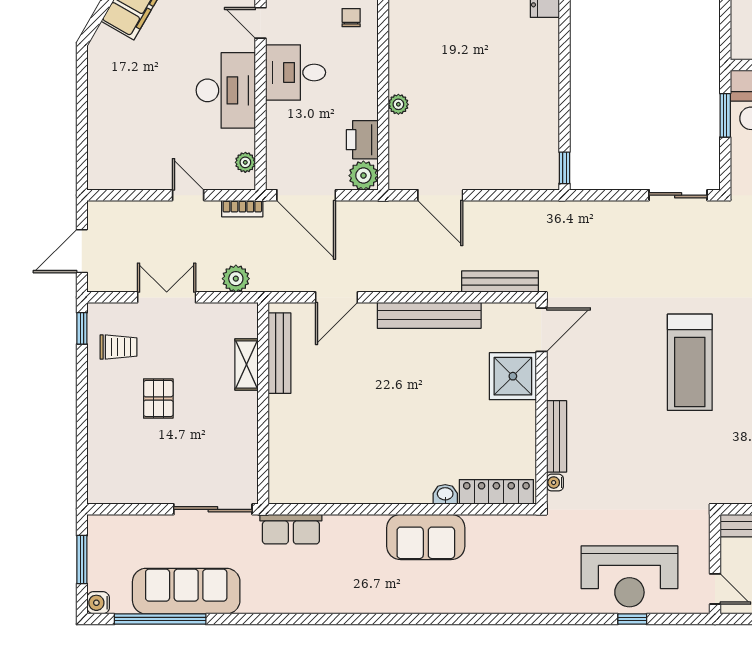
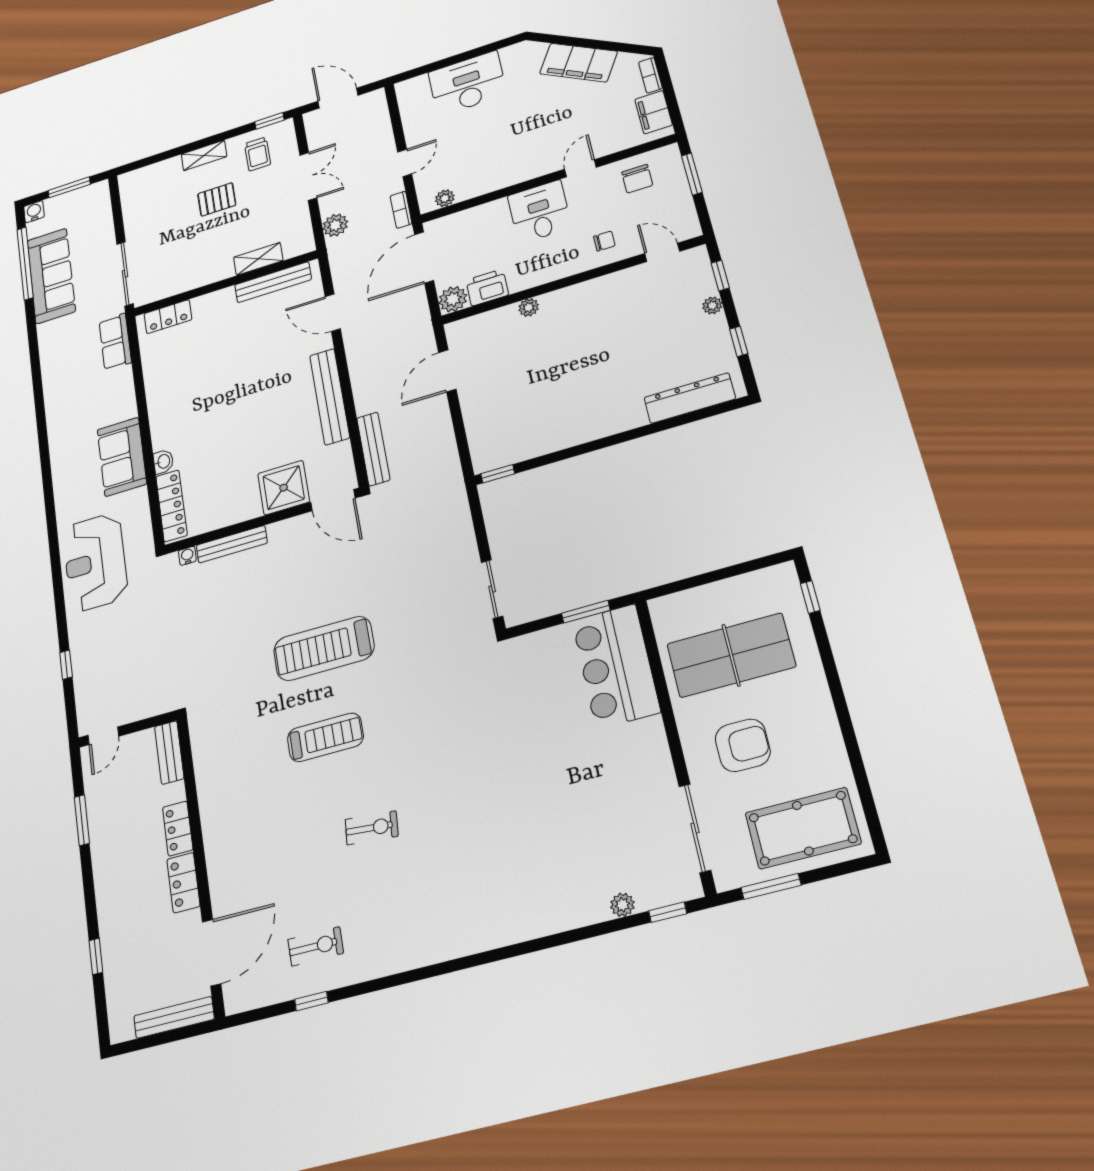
desk: (226, 90) -> (467, 83), moved, turned 180
shelving: (98, 405) -> (204, 155), added
locker: (281, 469) -> (168, 317), added
reception desk: (629, 576) -> (95, 562), moved

